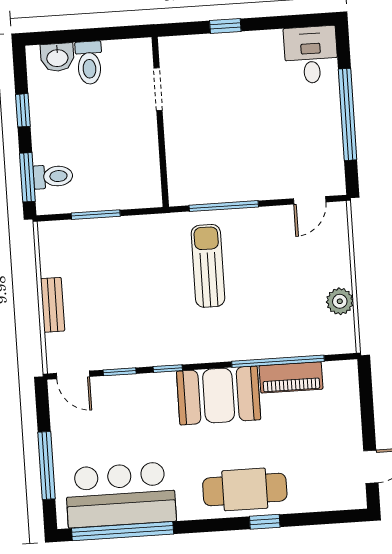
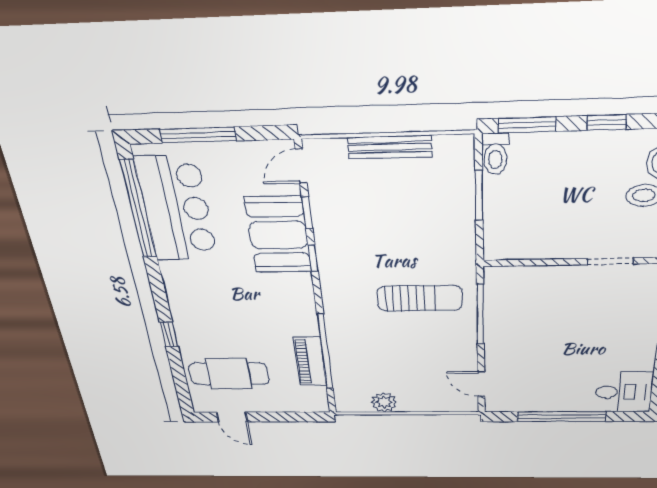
toilet: (53, 176) -> (495, 154), moved
bench: (53, 305) -> (390, 147), width x1.36
booth: (219, 395) -> (278, 235), moved
cafe table: (245, 489) -> (229, 374), moved, turned 90

